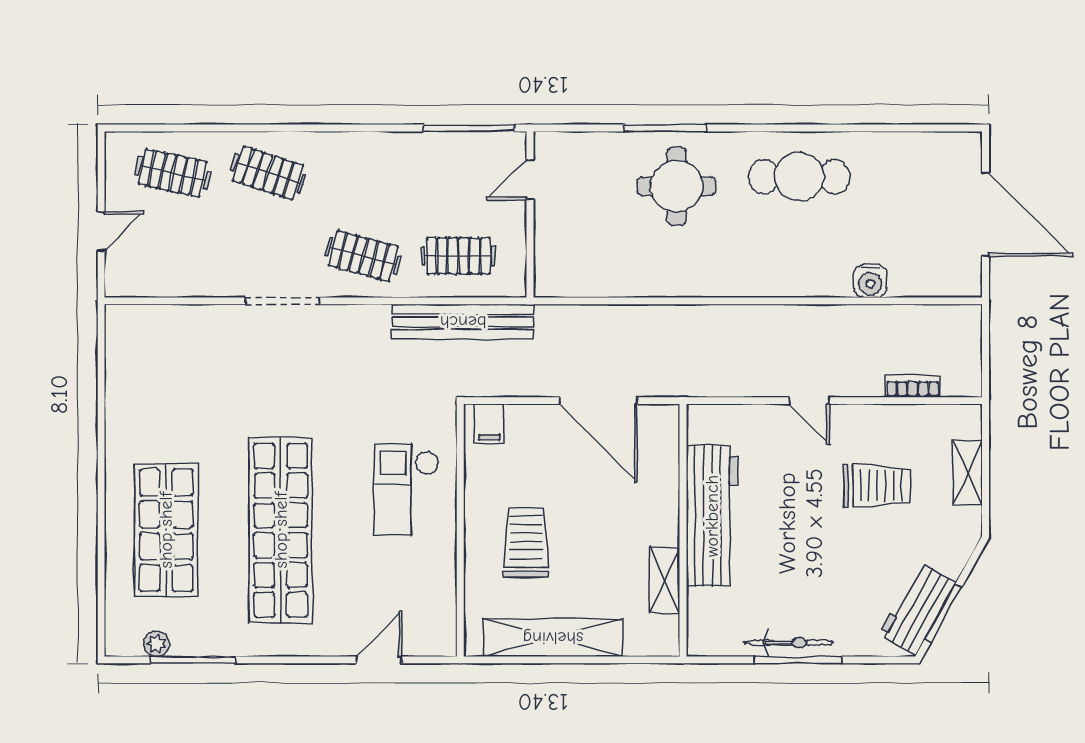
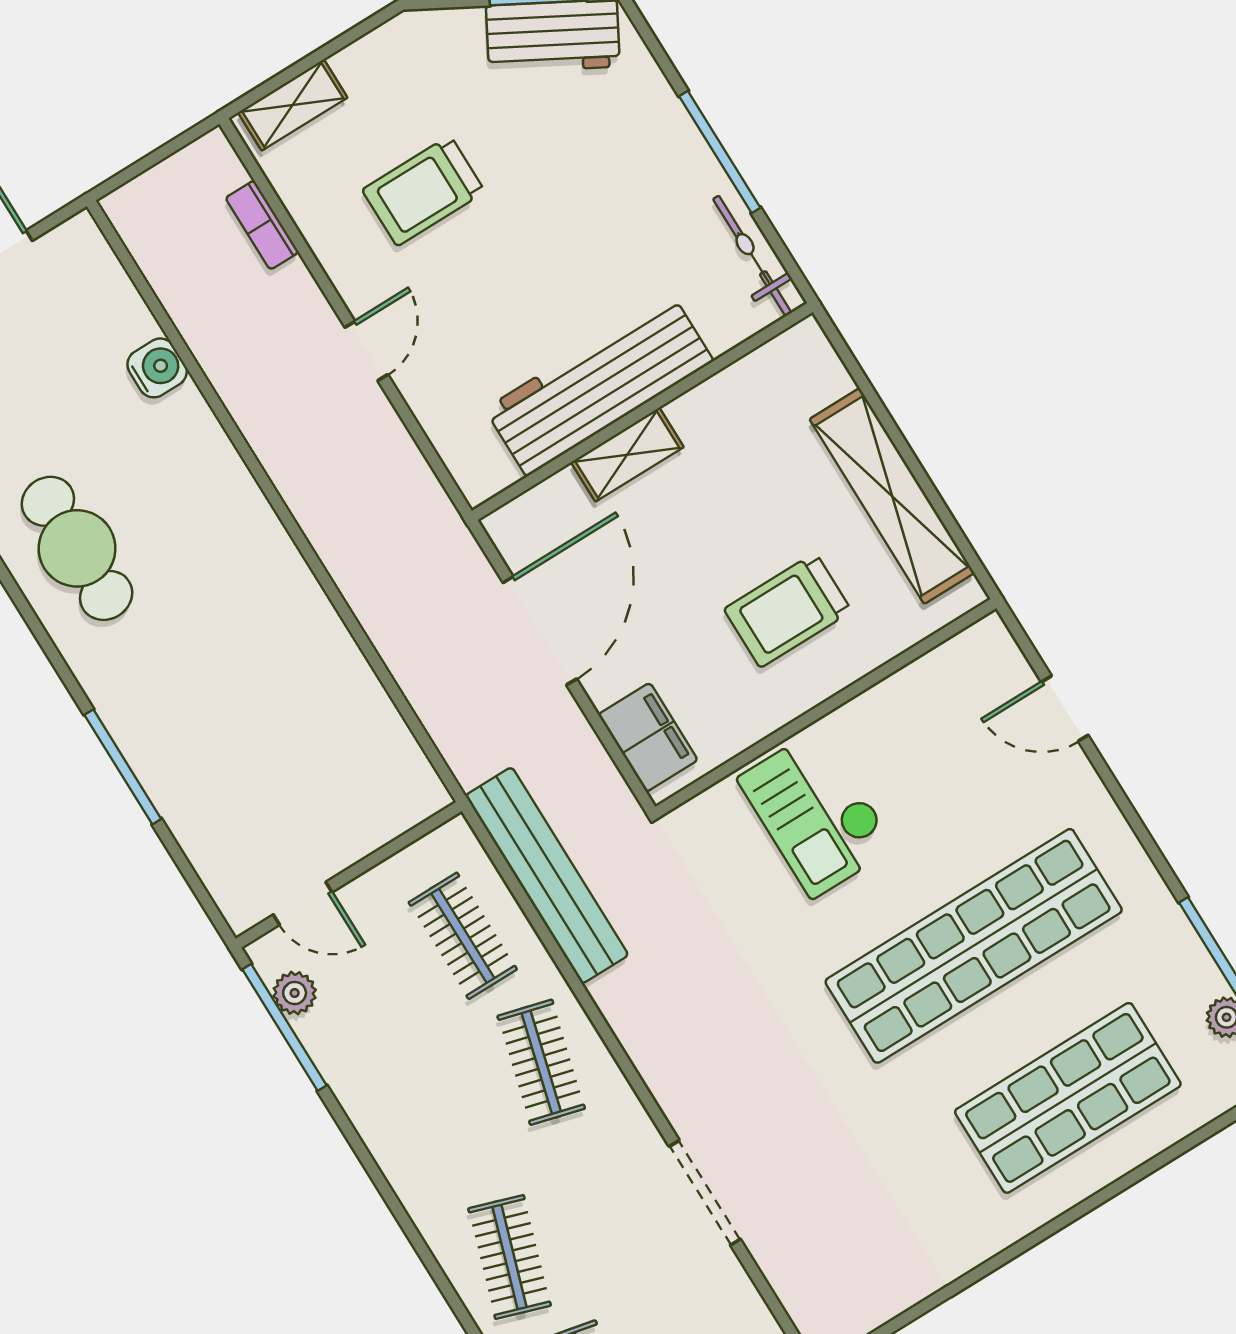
plant: (484, 145) -> (295, 993), added
round table: (677, 186) -> (191, 703), removed
doorway: (282, 301) -> (705, 1193), moved
filing cabinet: (489, 423) -> (648, 737), width x2.00
shelving: (968, 472) -> (293, 105), moved
trolley: (877, 486) -> (424, 191), turned -90
checkout: (406, 490) -> (816, 813), turned 90
shelving: (665, 580) -> (627, 455), moved
bicycle: (788, 643) -> (752, 256), moved

